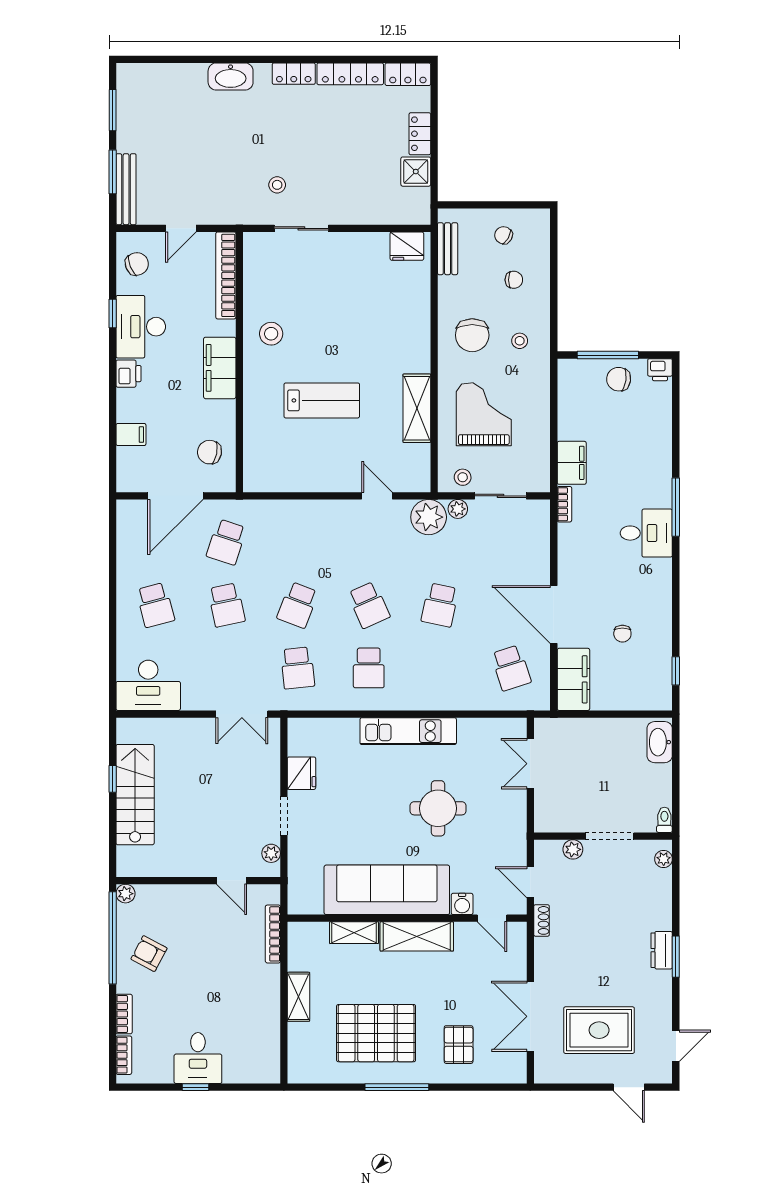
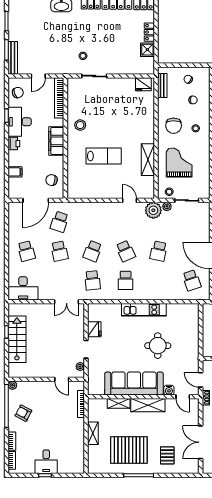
double door: (530, 764) -> (201, 325), removed

